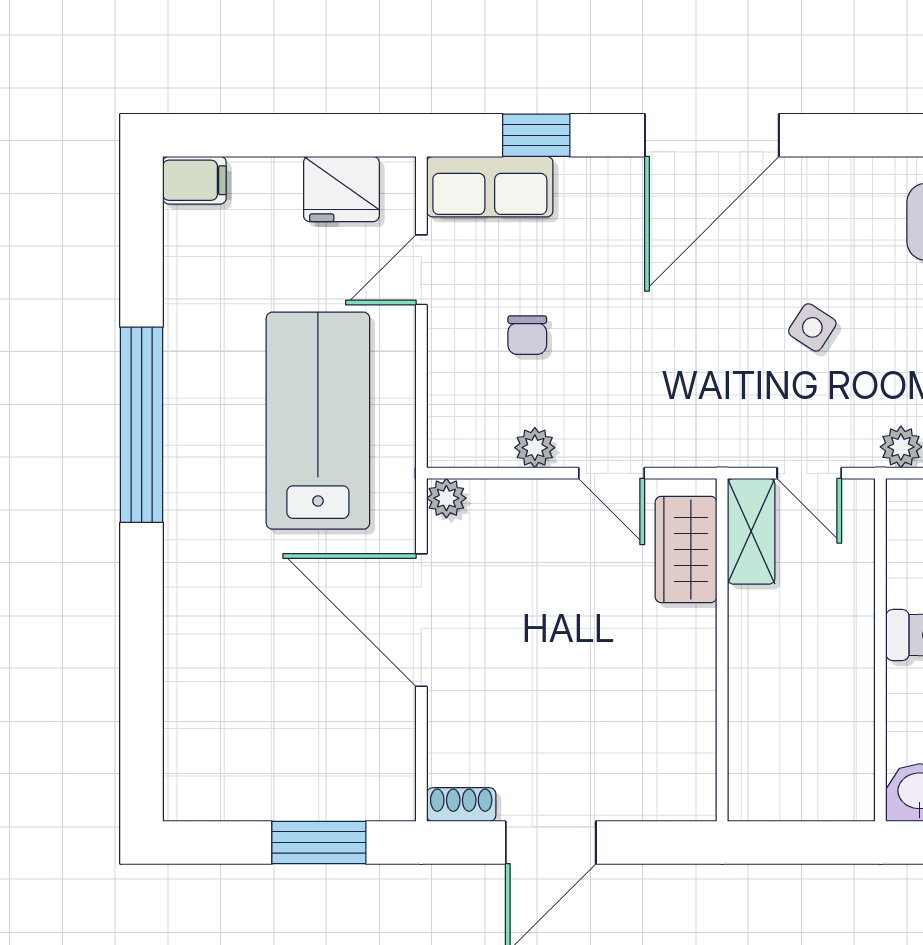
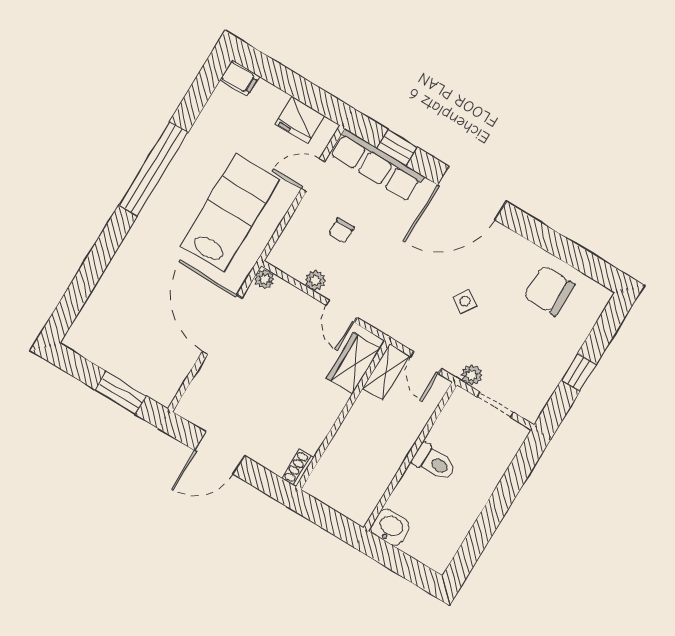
row of seats: (490, 187) -> (377, 165), width x1.48
shoe rack: (461, 805) -> (298, 468), moved, turned -90

